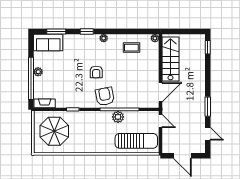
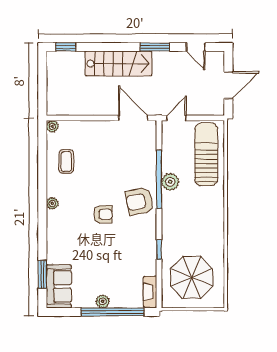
window: (87, 32) -> (42, 229), removed
stairs: (170, 59) -> (118, 64), moved, turned 180
door: (208, 134) -> (196, 47), swing flipped

